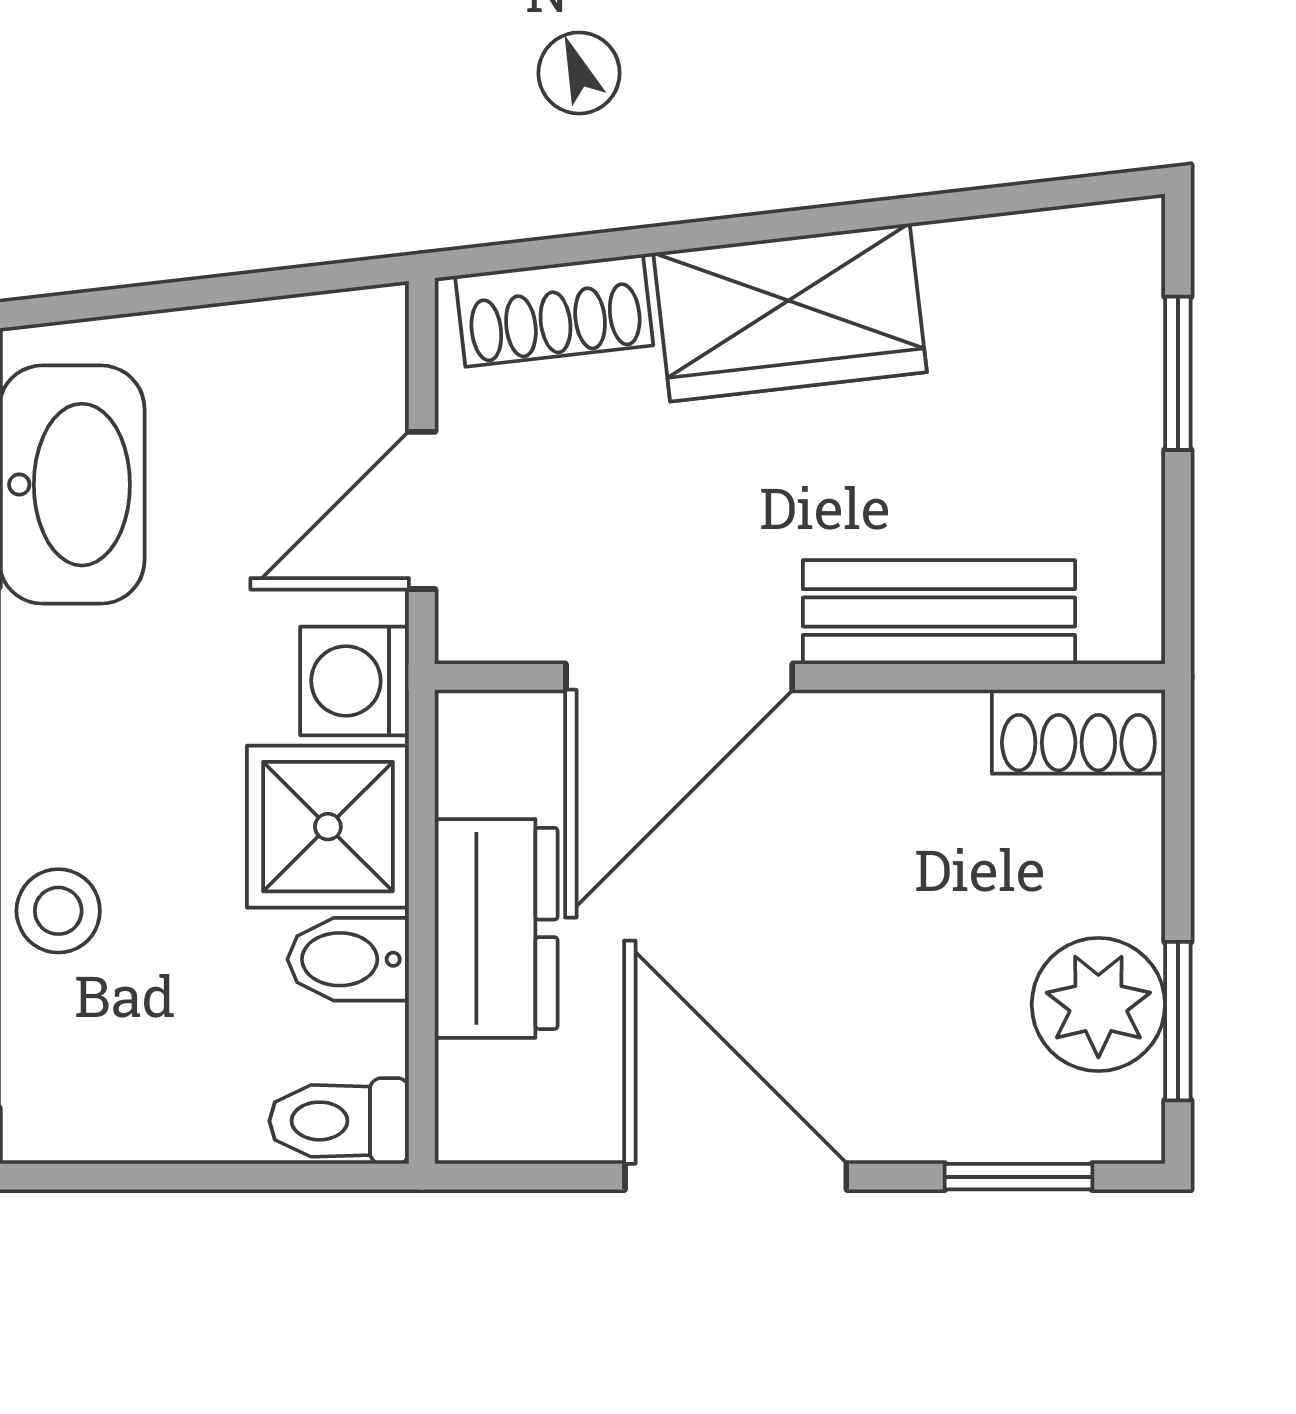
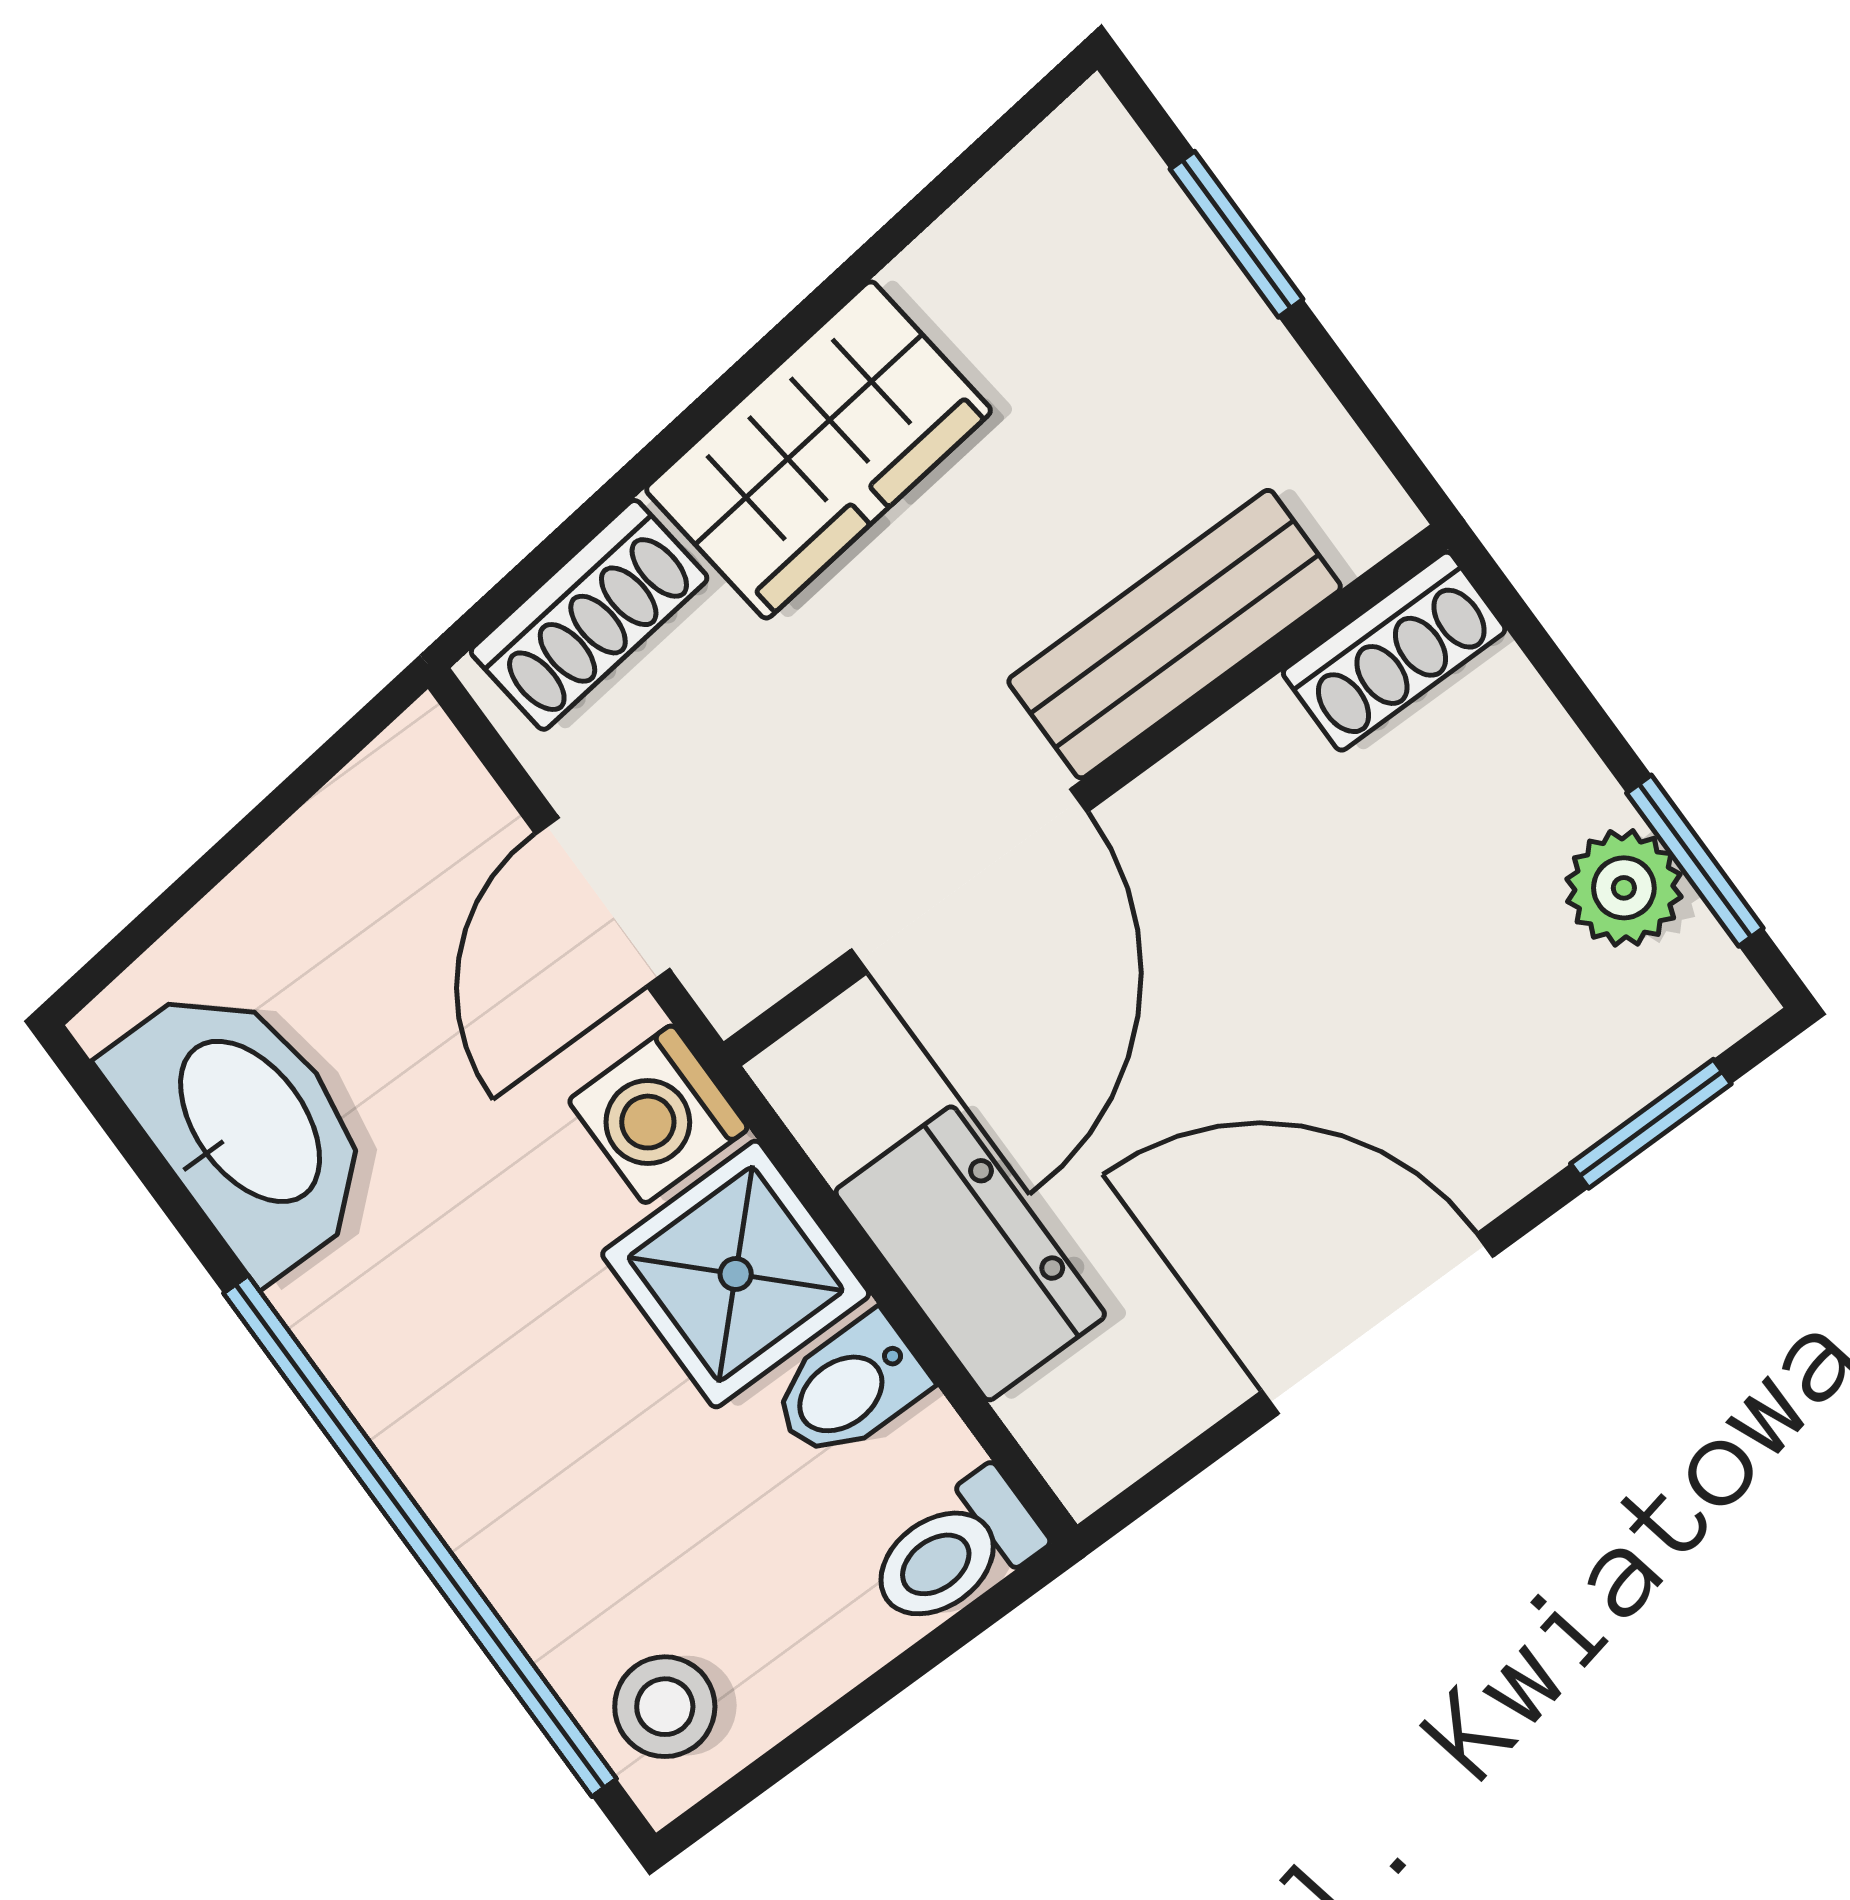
stool: (58, 911) -> (665, 1707), moved
plant: (1098, 1004) -> (1624, 888), width x0.73, depth x0.73

